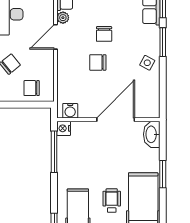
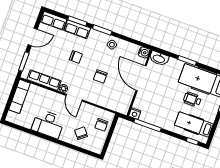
chair: (104, 34) -> (76, 57), moved
water cooler: (70, 111) -> (144, 52), moved

